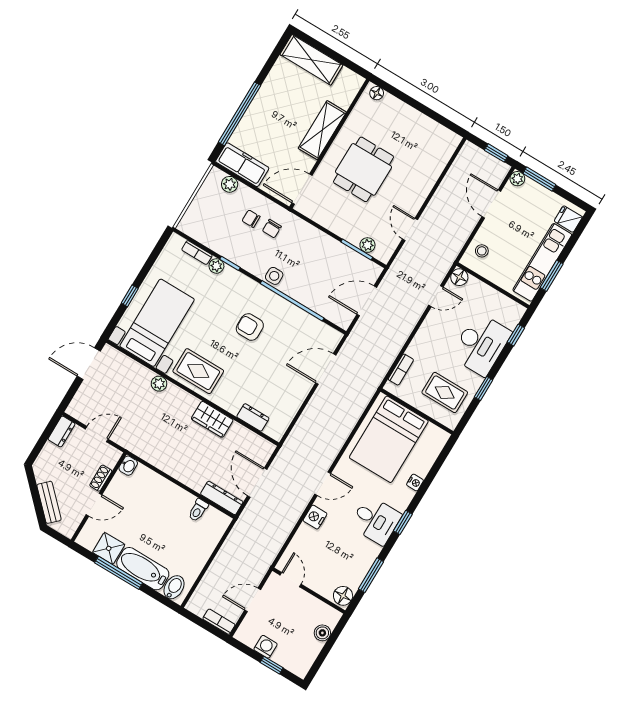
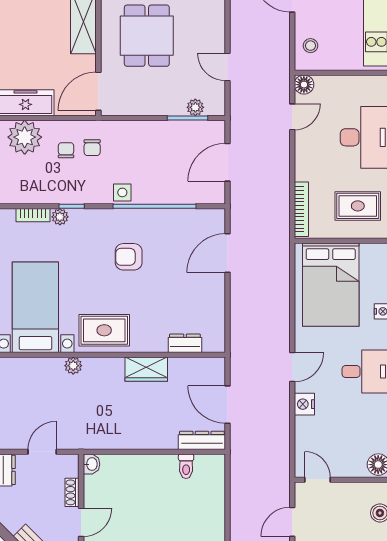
plant: (230, 184) -> (25, 137), width x1.88, depth x1.88
chair: (251, 219) -> (66, 150), turned 90
bookcase: (401, 370) -> (301, 209), width x1.56

